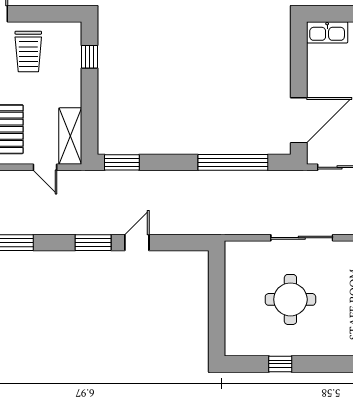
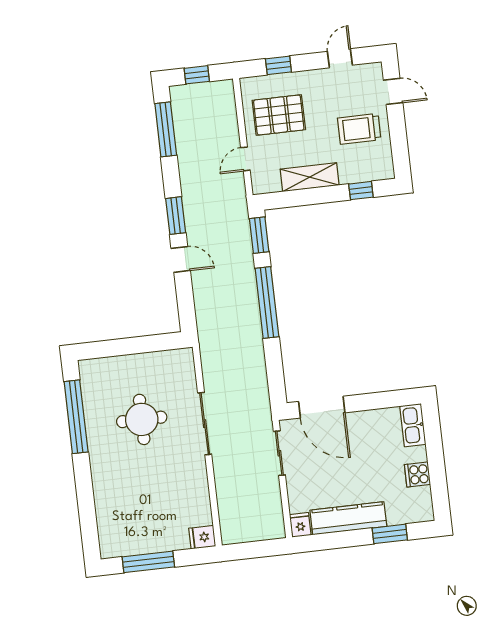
shelving: (70, 136) -> (310, 177), moved
window: (233, 162) -> (267, 303), moved
window: (280, 364) -> (76, 417), width x3.17

